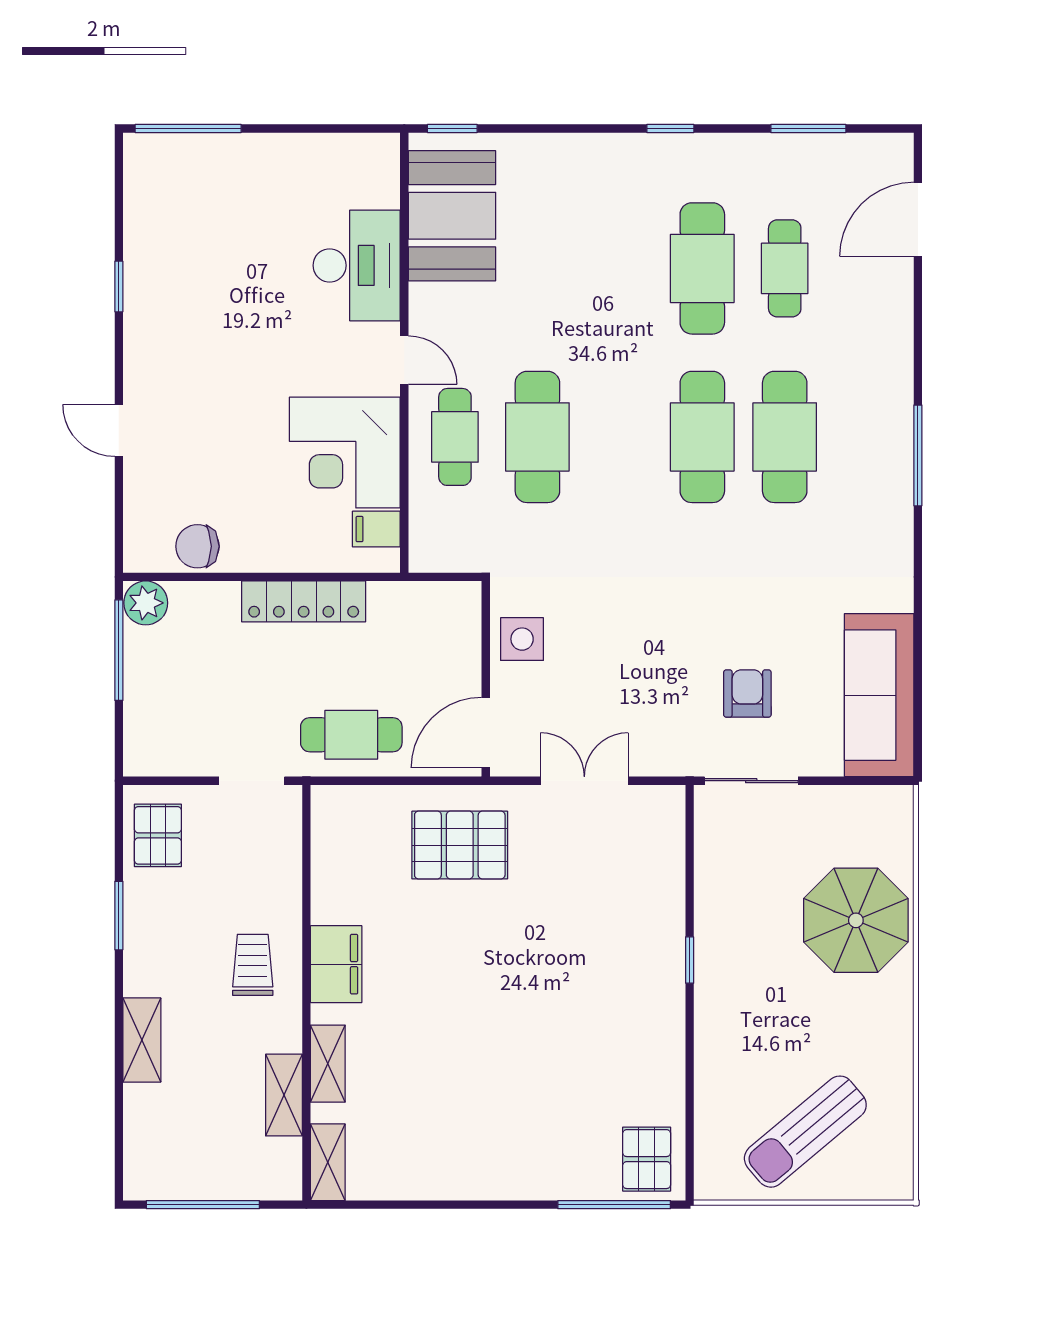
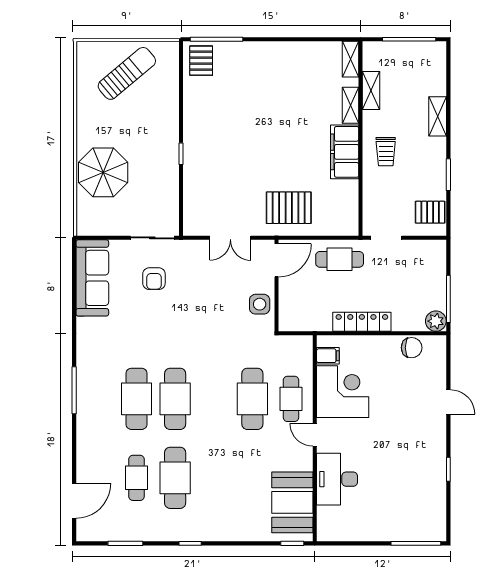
pallet: (158, 835) -> (430, 212), turned 90
filing cabinet: (336, 964) -> (345, 152), width x1.50, depth x1.17

